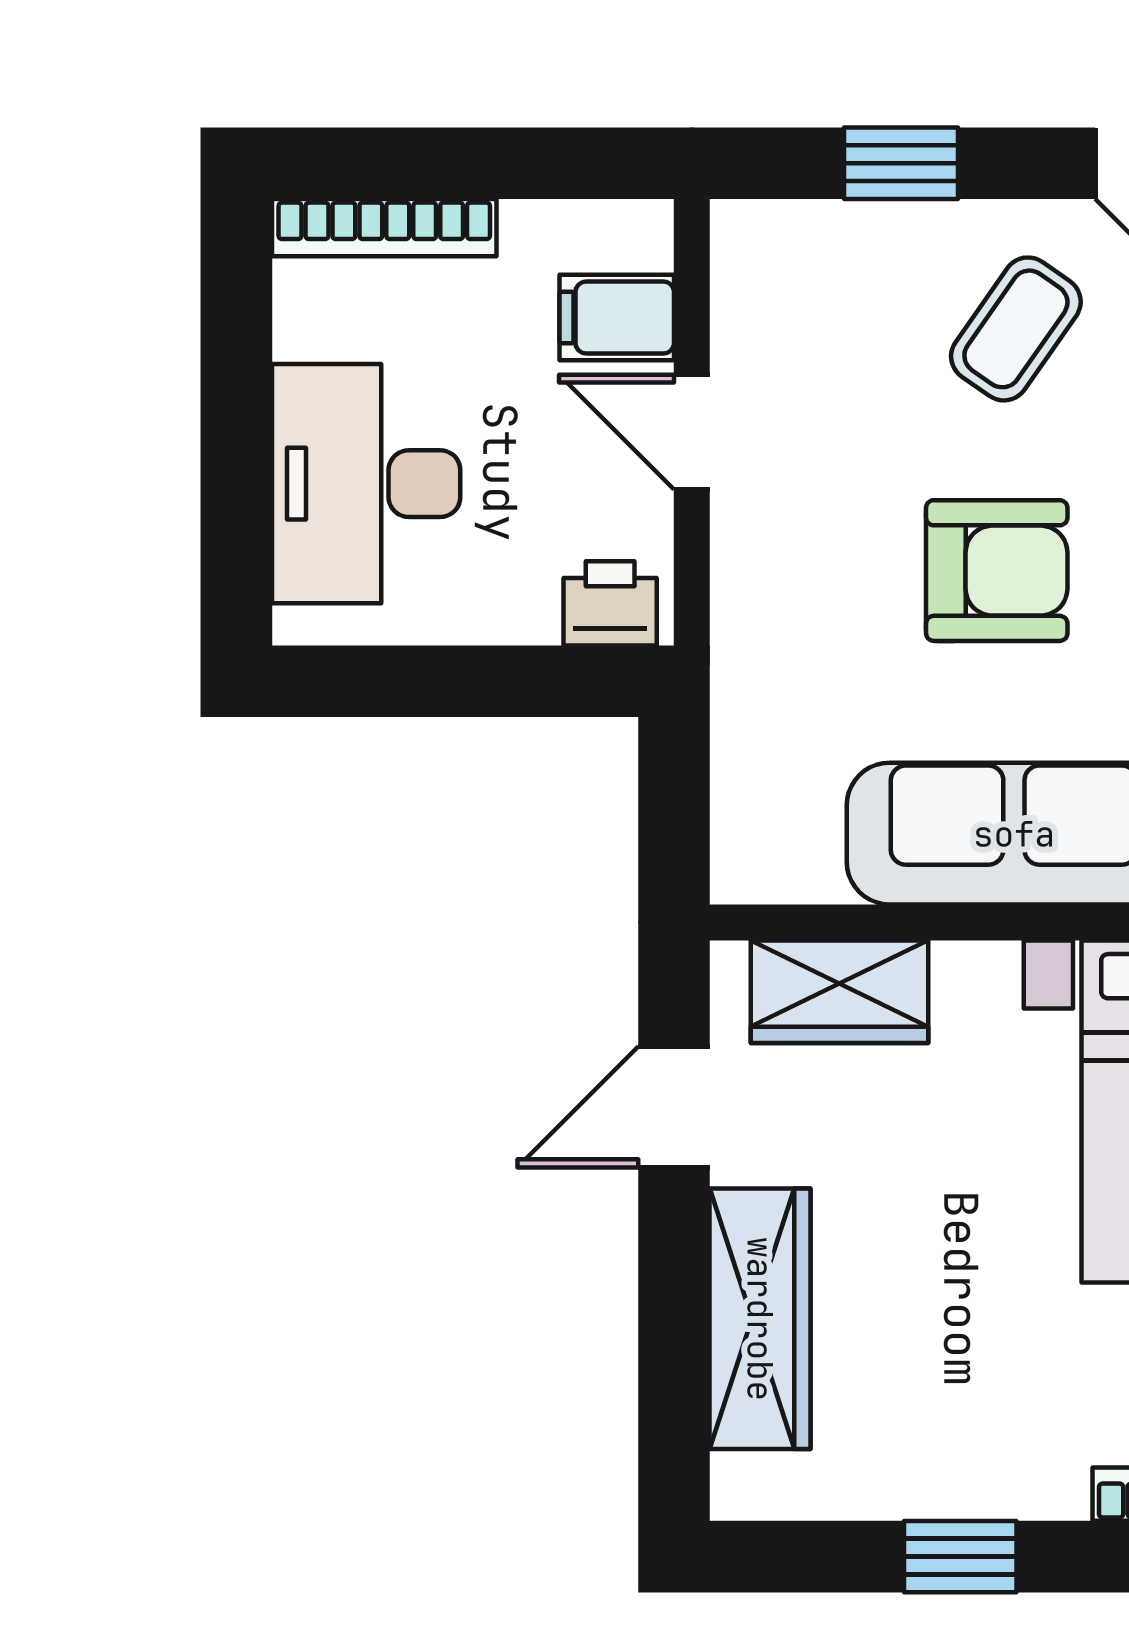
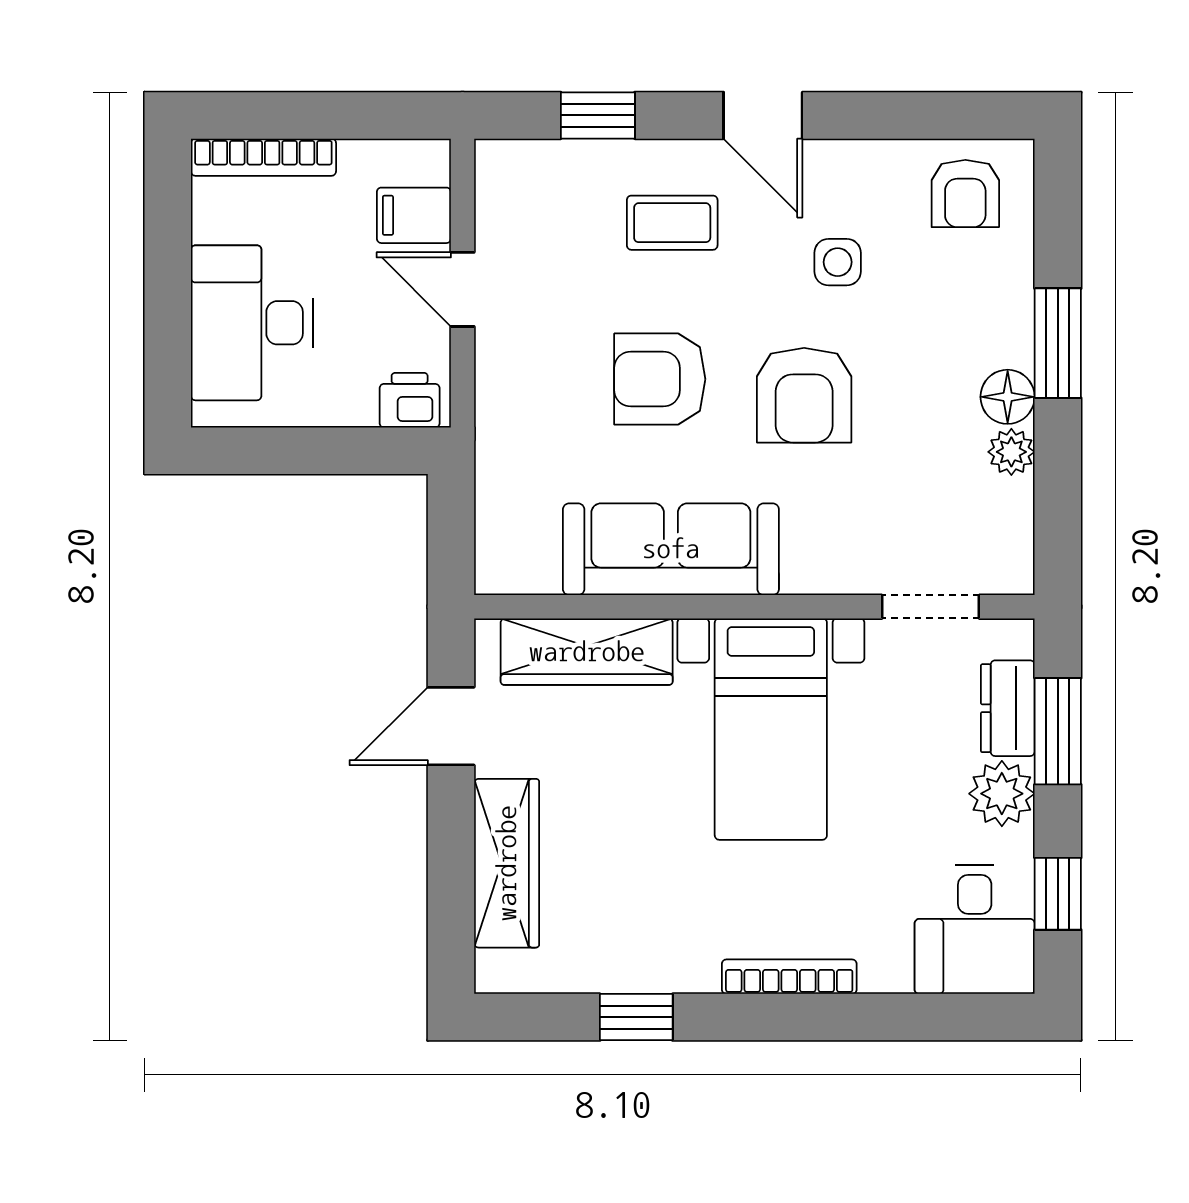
coffee table: (1016, 329) -> (672, 223), turned 55
armchair: (997, 571) -> (660, 379), turned 180
wardrobe: (839, 992) -> (587, 652), width x1.50

